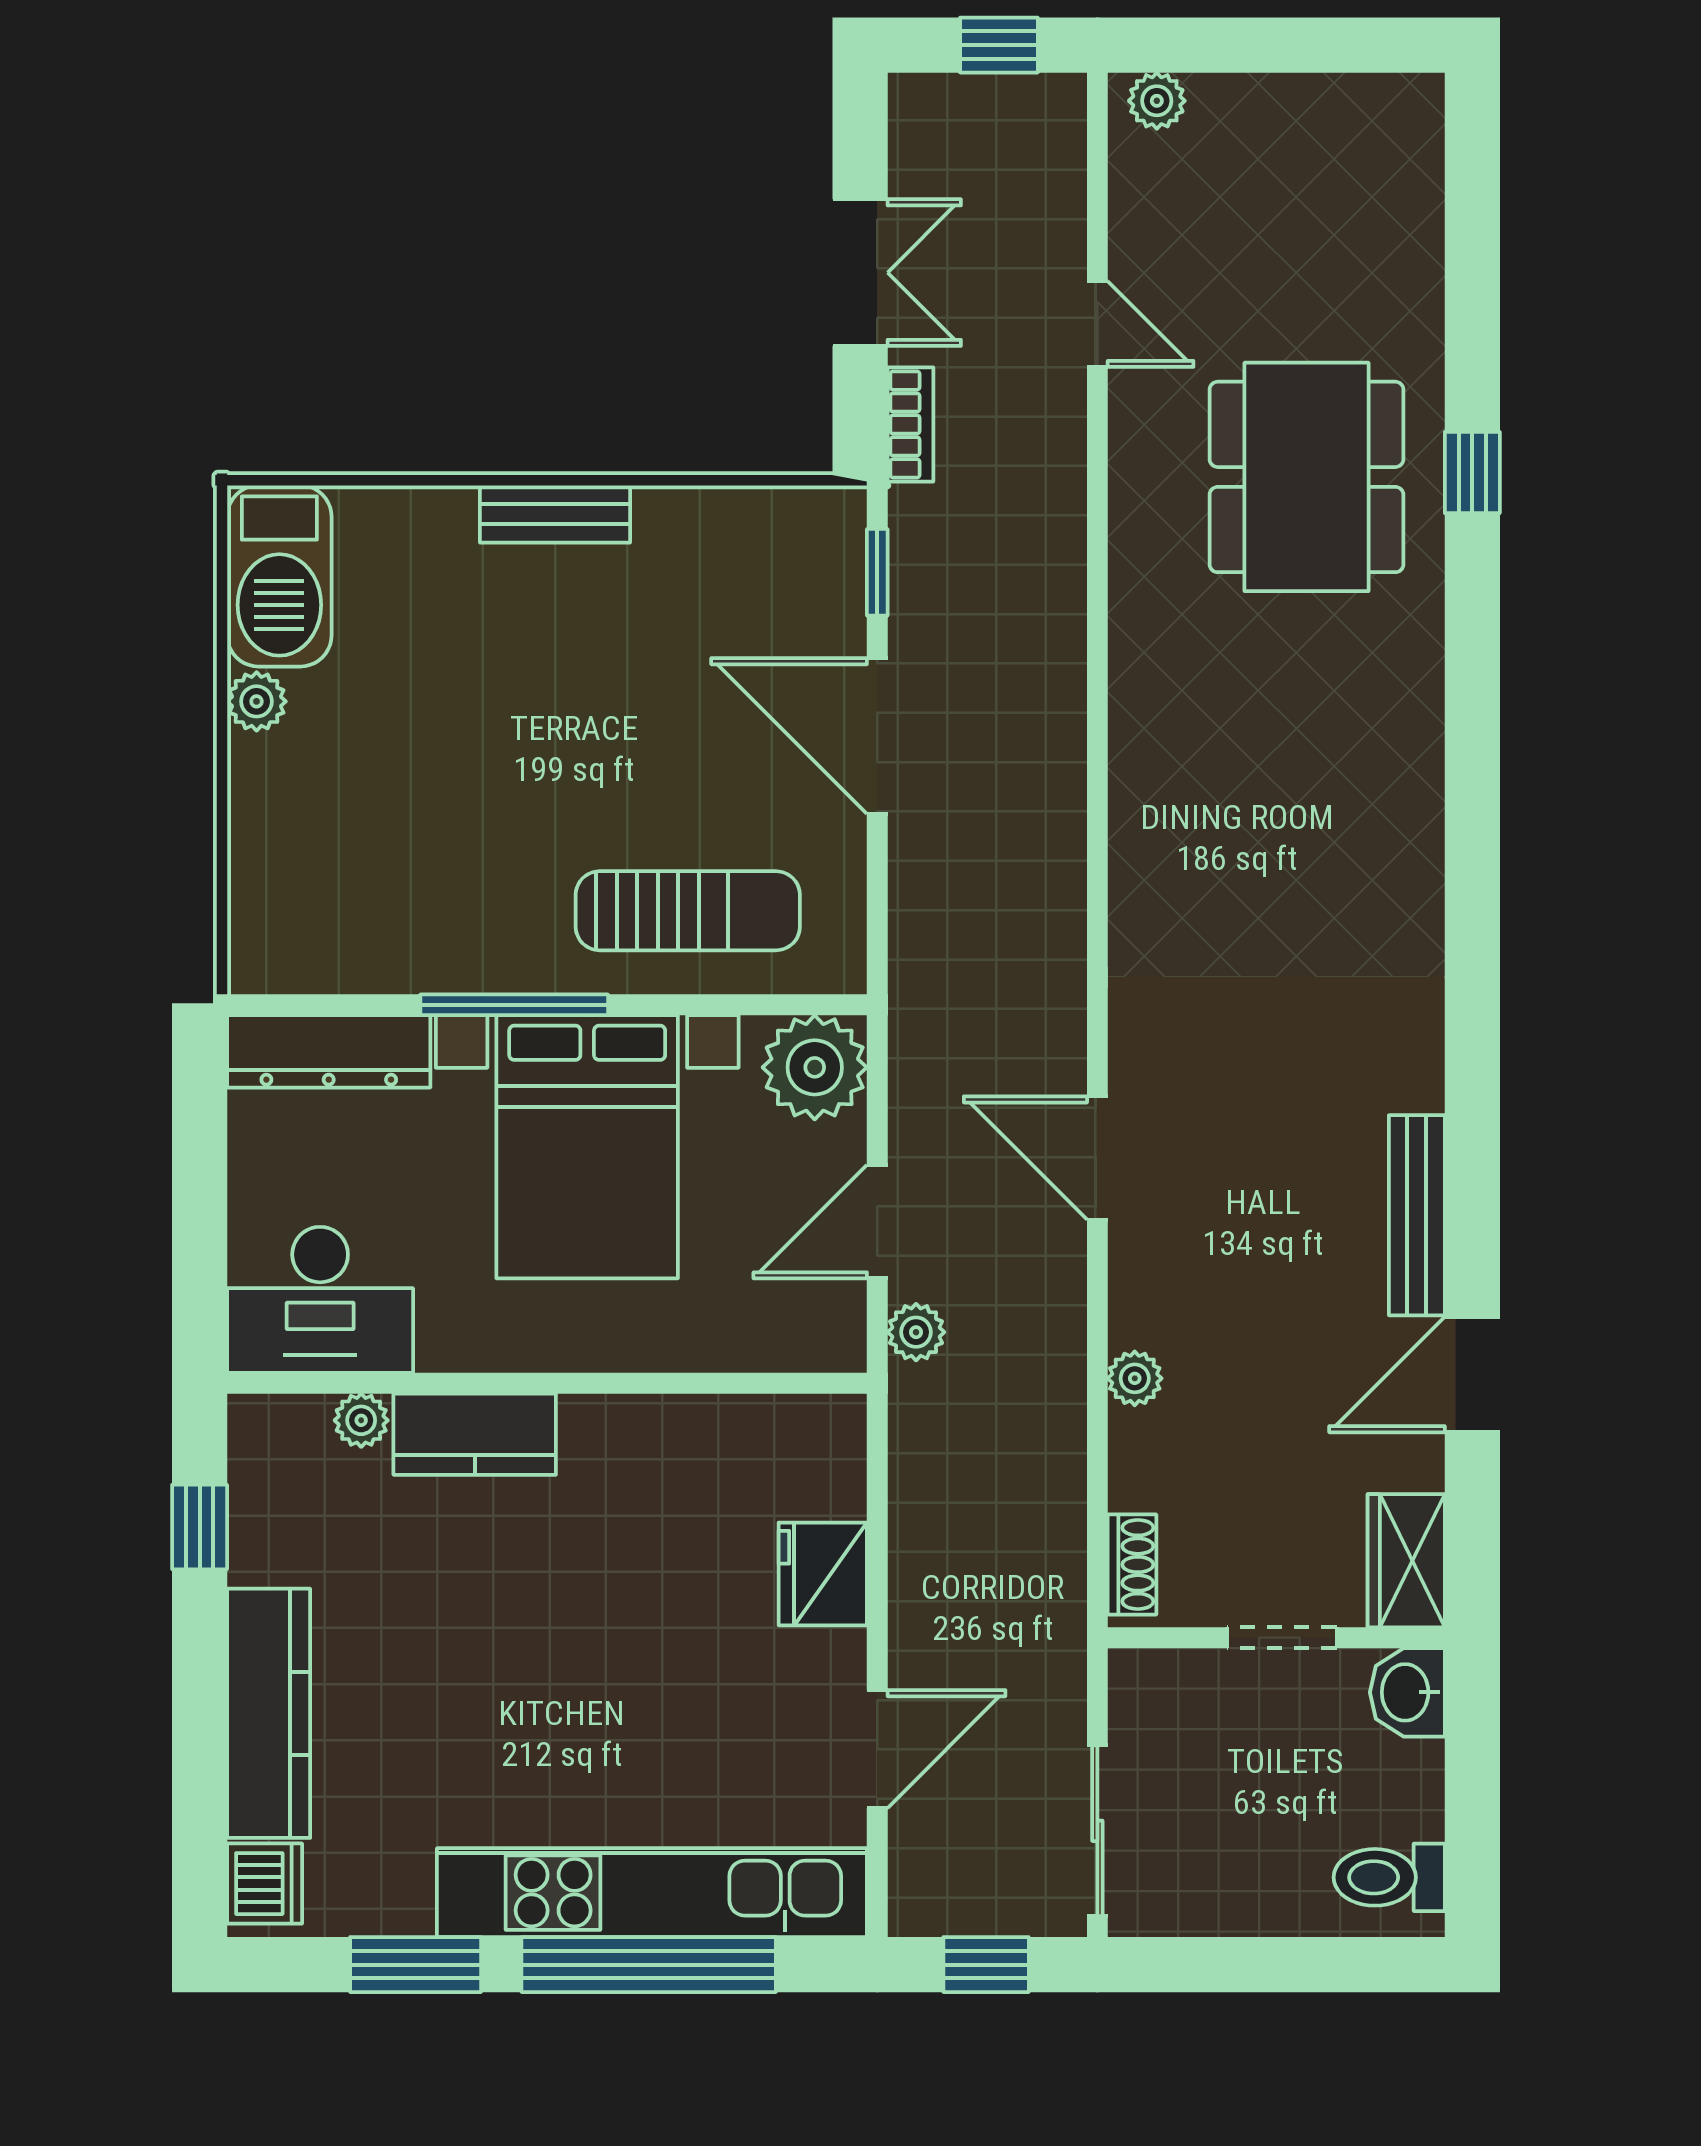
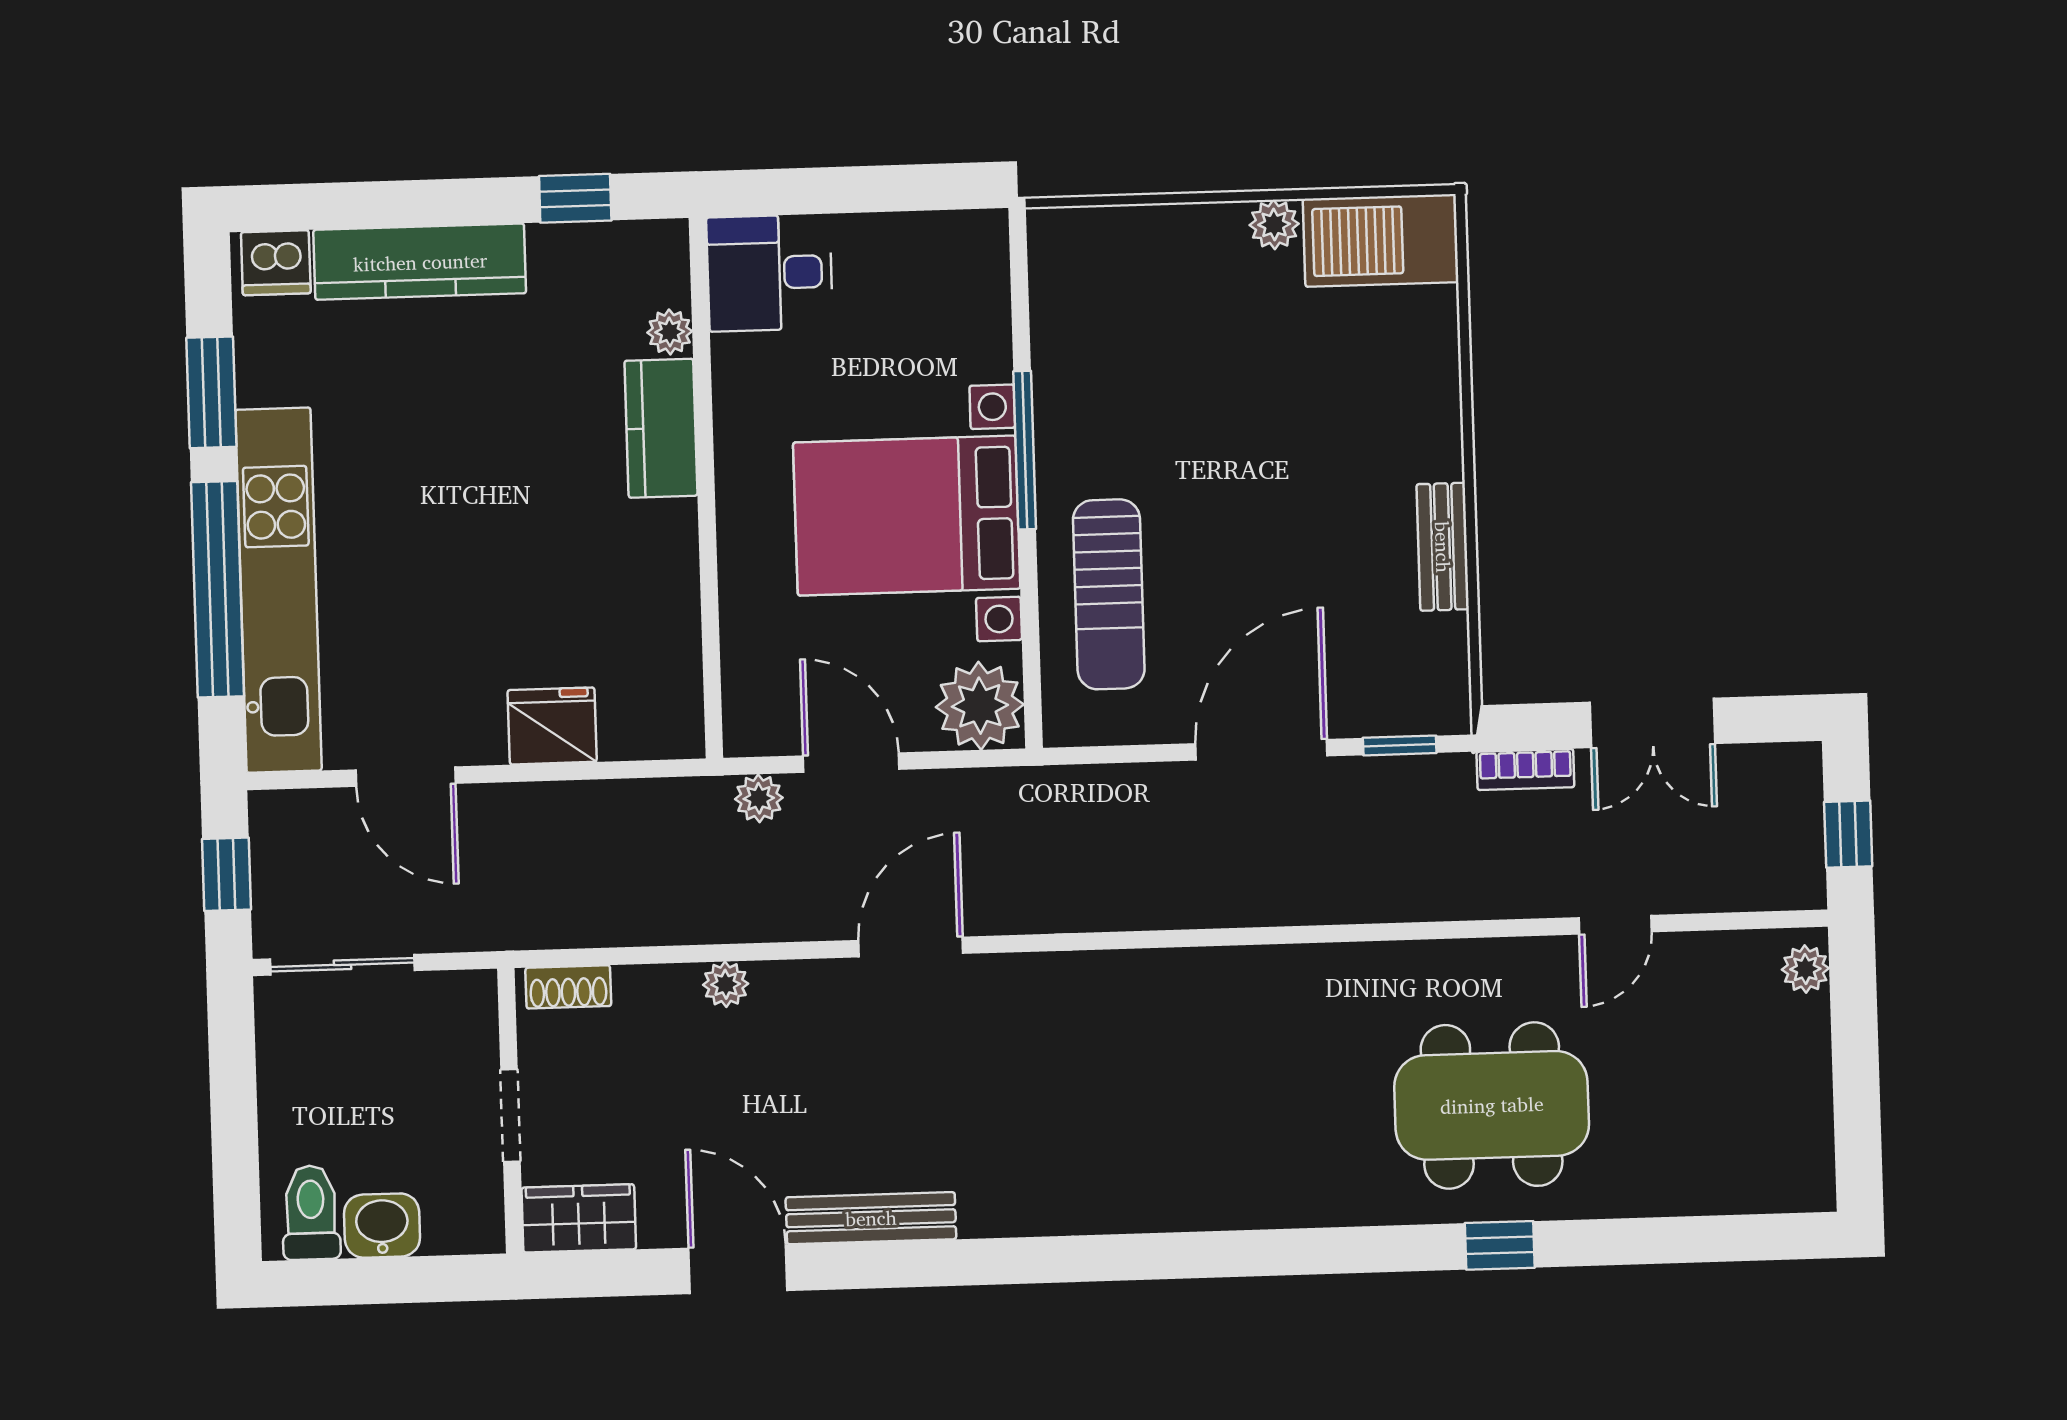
bench: (555, 514) -> (1443, 547), moved
dresser: (329, 1051) -> (980, 295), removed
desk: (320, 1300) -> (770, 273), width x0.73
washbasin: (1407, 1692) -> (382, 1226), moved

